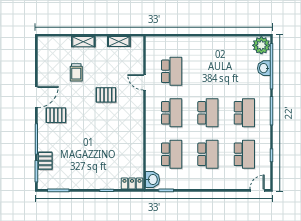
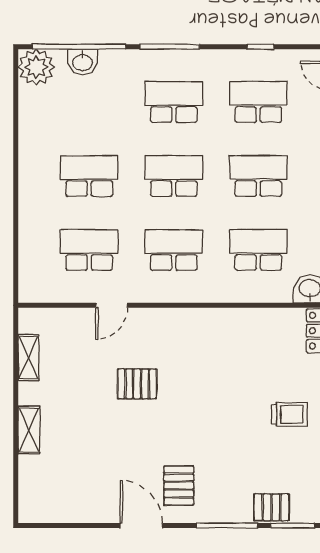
school desk: (208, 71) -> (89, 176), added
trolley: (76, 72) -> (289, 414), moved
pallet: (106, 95) -> (137, 384), turned 90

